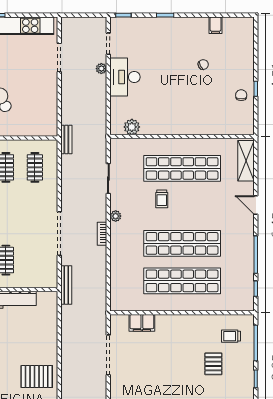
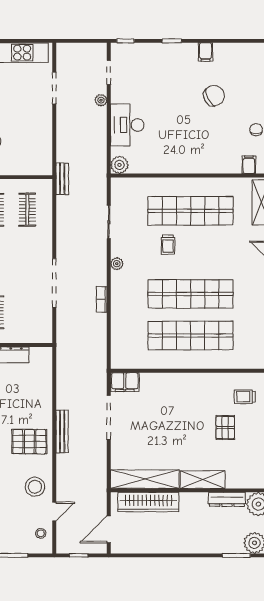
filing cabinet: (215, 25) -> (206, 52), moved
chair: (203, 65) -> (214, 96), width x1.87, depth x1.87
desk: (125, 77) -> (127, 125), moved
plant: (132, 127) -> (119, 165), moved
filing cabinet: (235, 127) -> (249, 165), added
bookcase: (102, 234) -> (102, 299), moved
bench: (66, 285) -> (62, 431), moved
filing cabinet: (142, 323) -> (125, 382), moved

